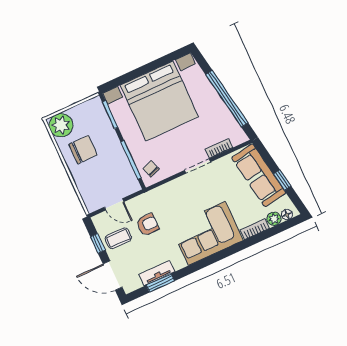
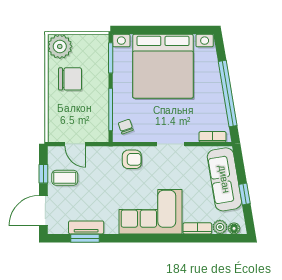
bookcase: (219, 148) -> (213, 137), moved
armchair: (148, 225) -> (132, 159), moved
door: (113, 276) -> (43, 211), hinge flipped

